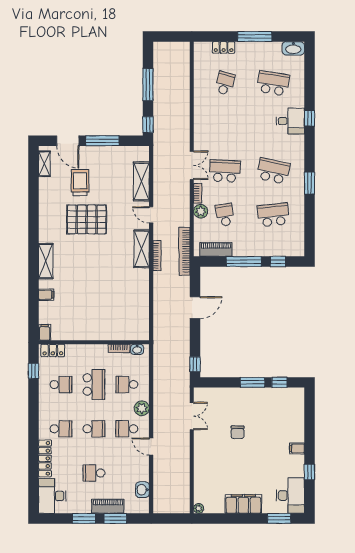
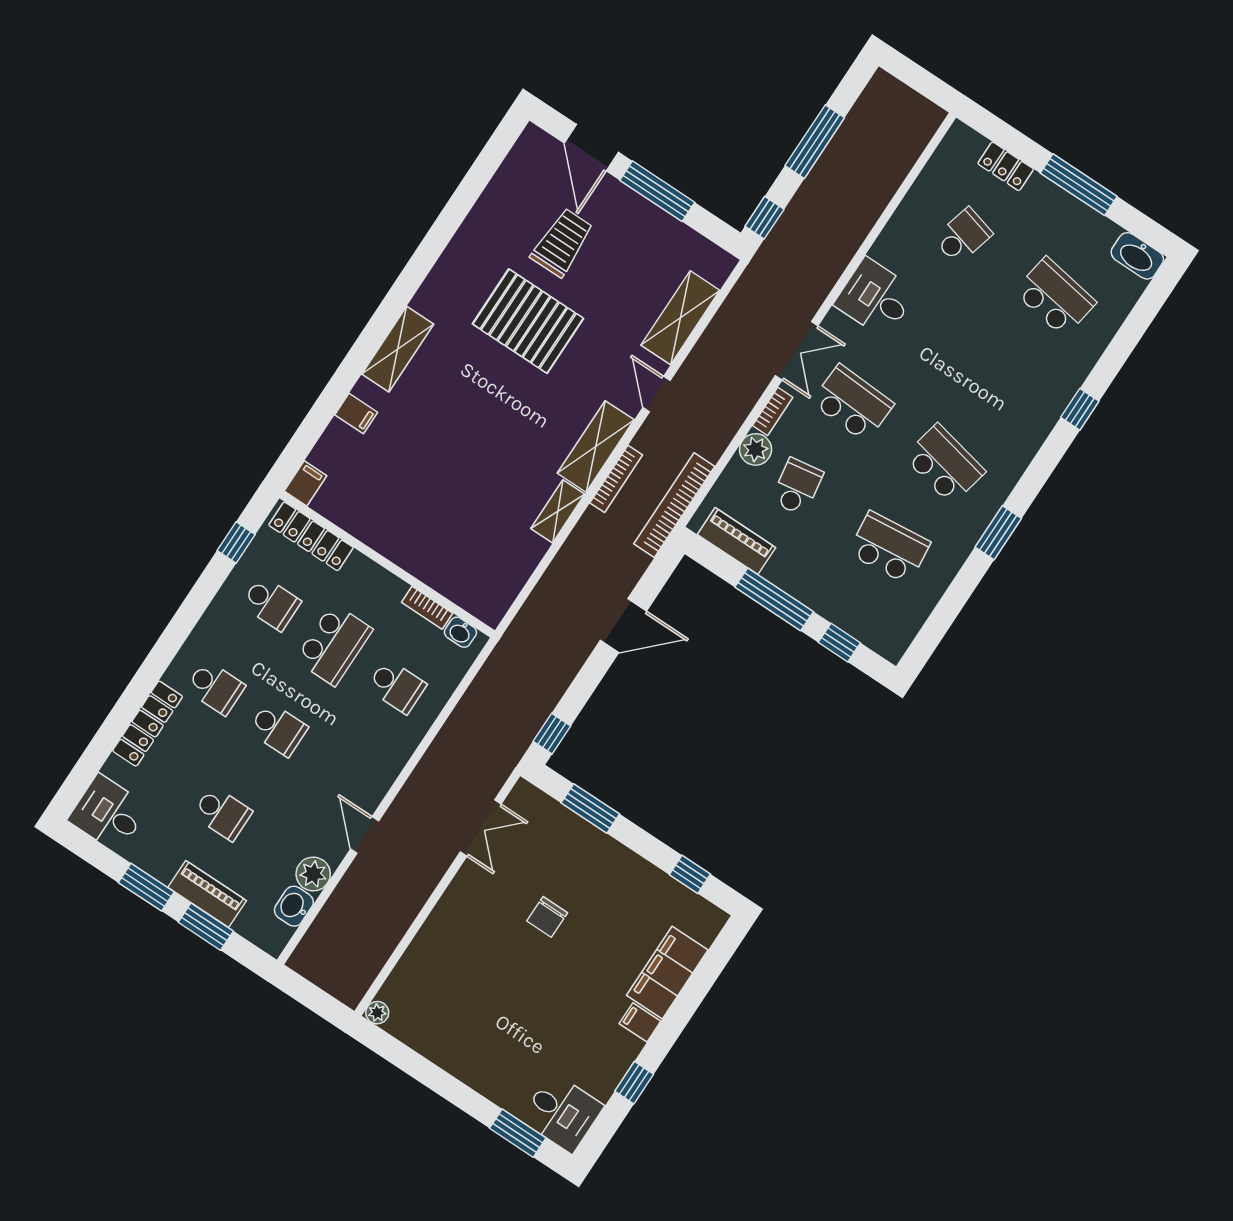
desk: (290, 121) -> (875, 298), moved, turned 180
shelving: (44, 164) -> (558, 511), moved
locker: (53, 350) -> (311, 536), width x1.53
window: (253, 382) -> (590, 808), moved
school desk: (127, 385) -> (397, 686), turned 180
plant: (142, 408) -> (313, 874), moved
school desk: (127, 429) -> (341, 770), removed
school desk: (94, 473) -> (222, 813), turned 180
desk: (290, 495) -> (562, 1113), width x0.73
desk: (52, 496) -> (108, 813), width x0.73
filing cabinet: (243, 504) -> (667, 973), moved, turned -90

